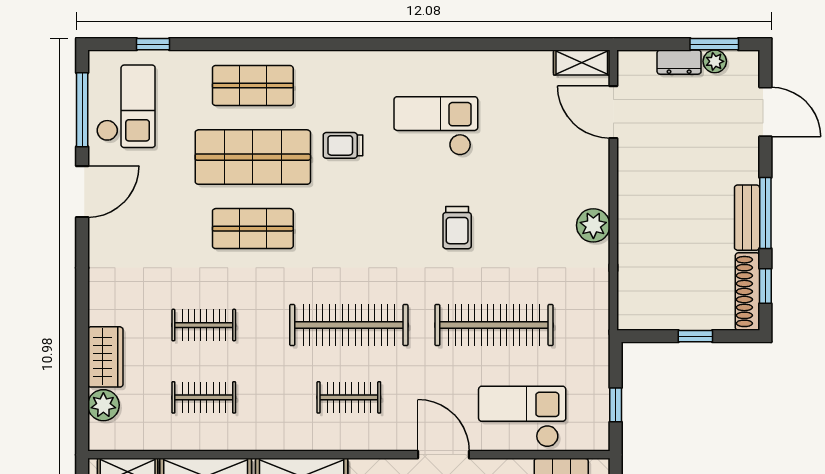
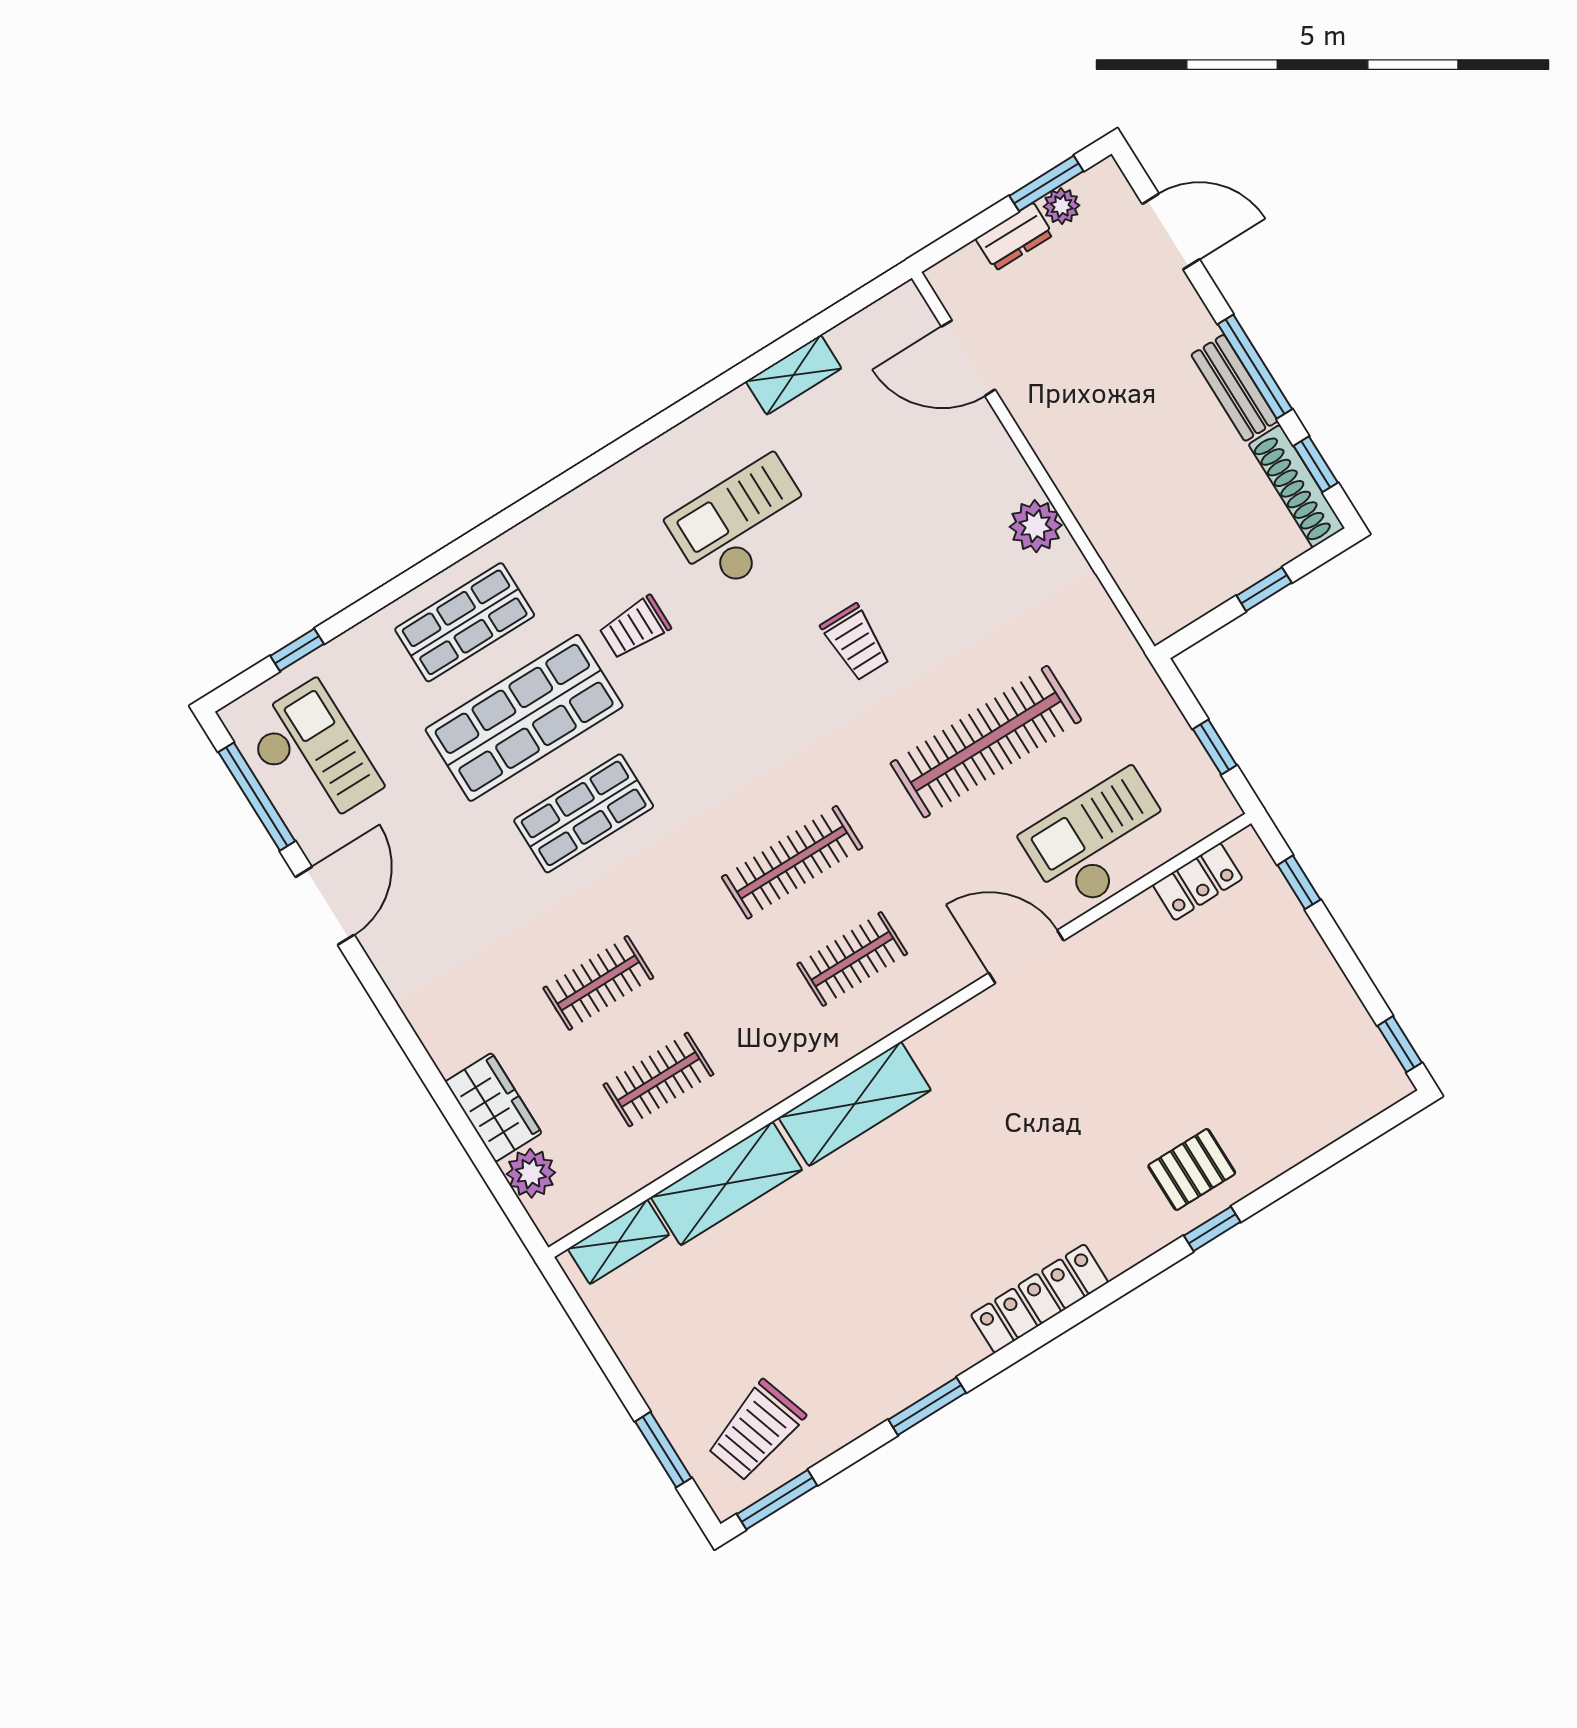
shelving: (582, 62) -> (794, 375), moved
clothes rail: (349, 325) -> (792, 862), width x0.73, depth x0.76

